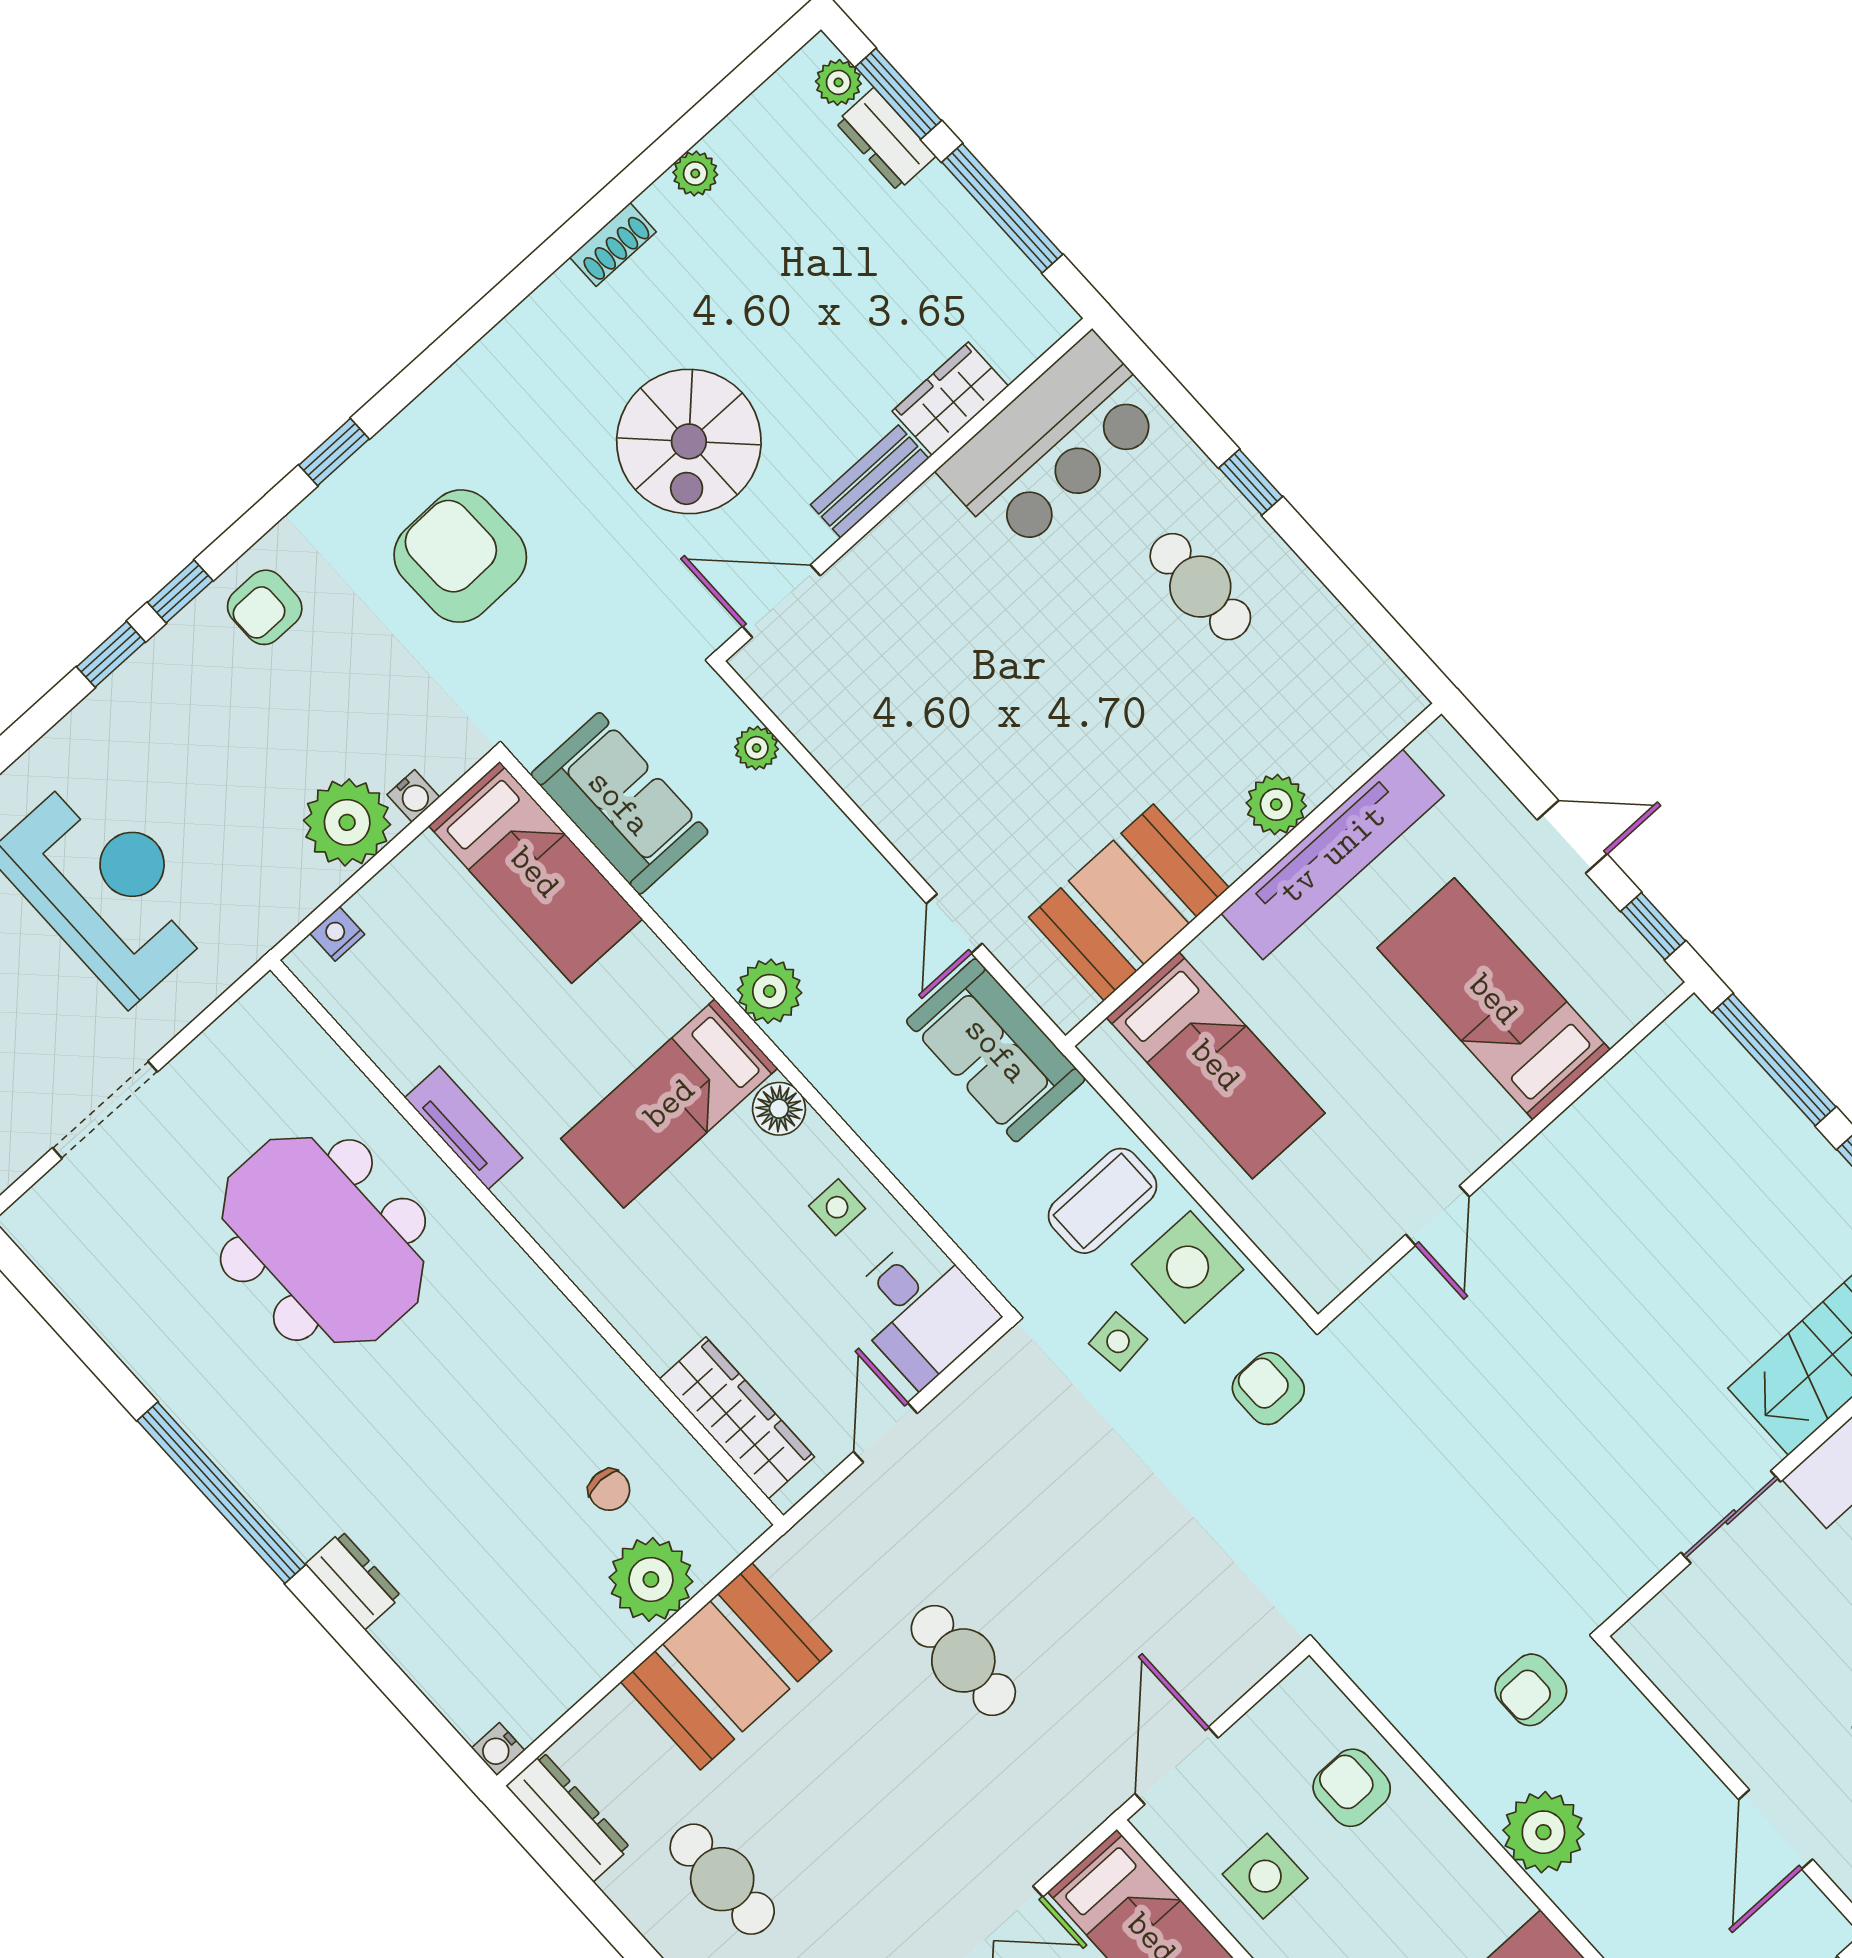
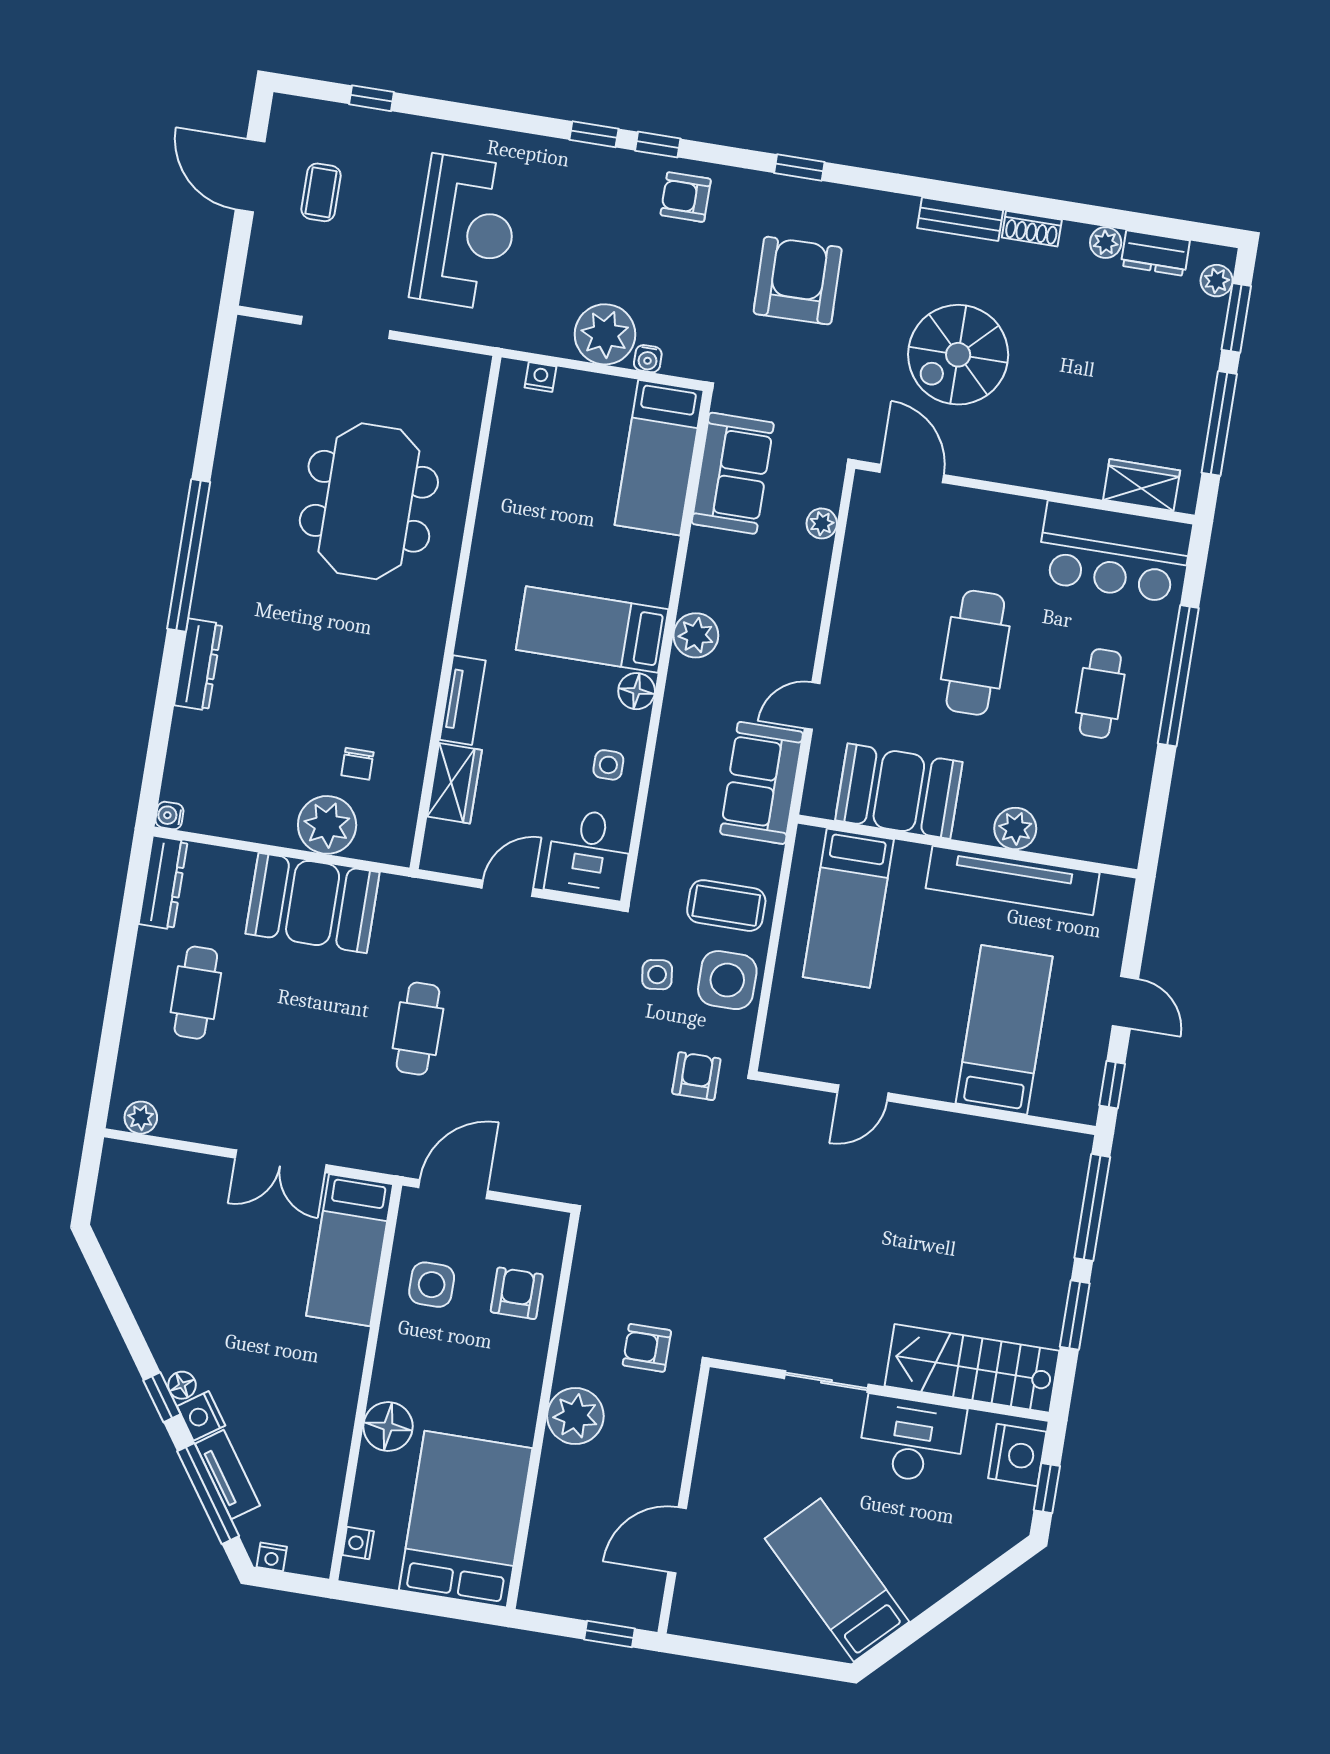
dresser: (886, 139) -> (1155, 253), moved, turned -90
wardrobe: (950, 399) -> (1142, 485), moved
bench: (870, 482) -> (960, 219), moved
window: (1251, 482) -> (1178, 676), width x3.17
cafe table: (1041, 691) -> (975, 653), added
tv unit: (464, 1128) -> (463, 700), moved
wardrobe: (737, 1418) -> (454, 783), width x0.67
dresser: (353, 1580) -> (198, 664), width x1.44

